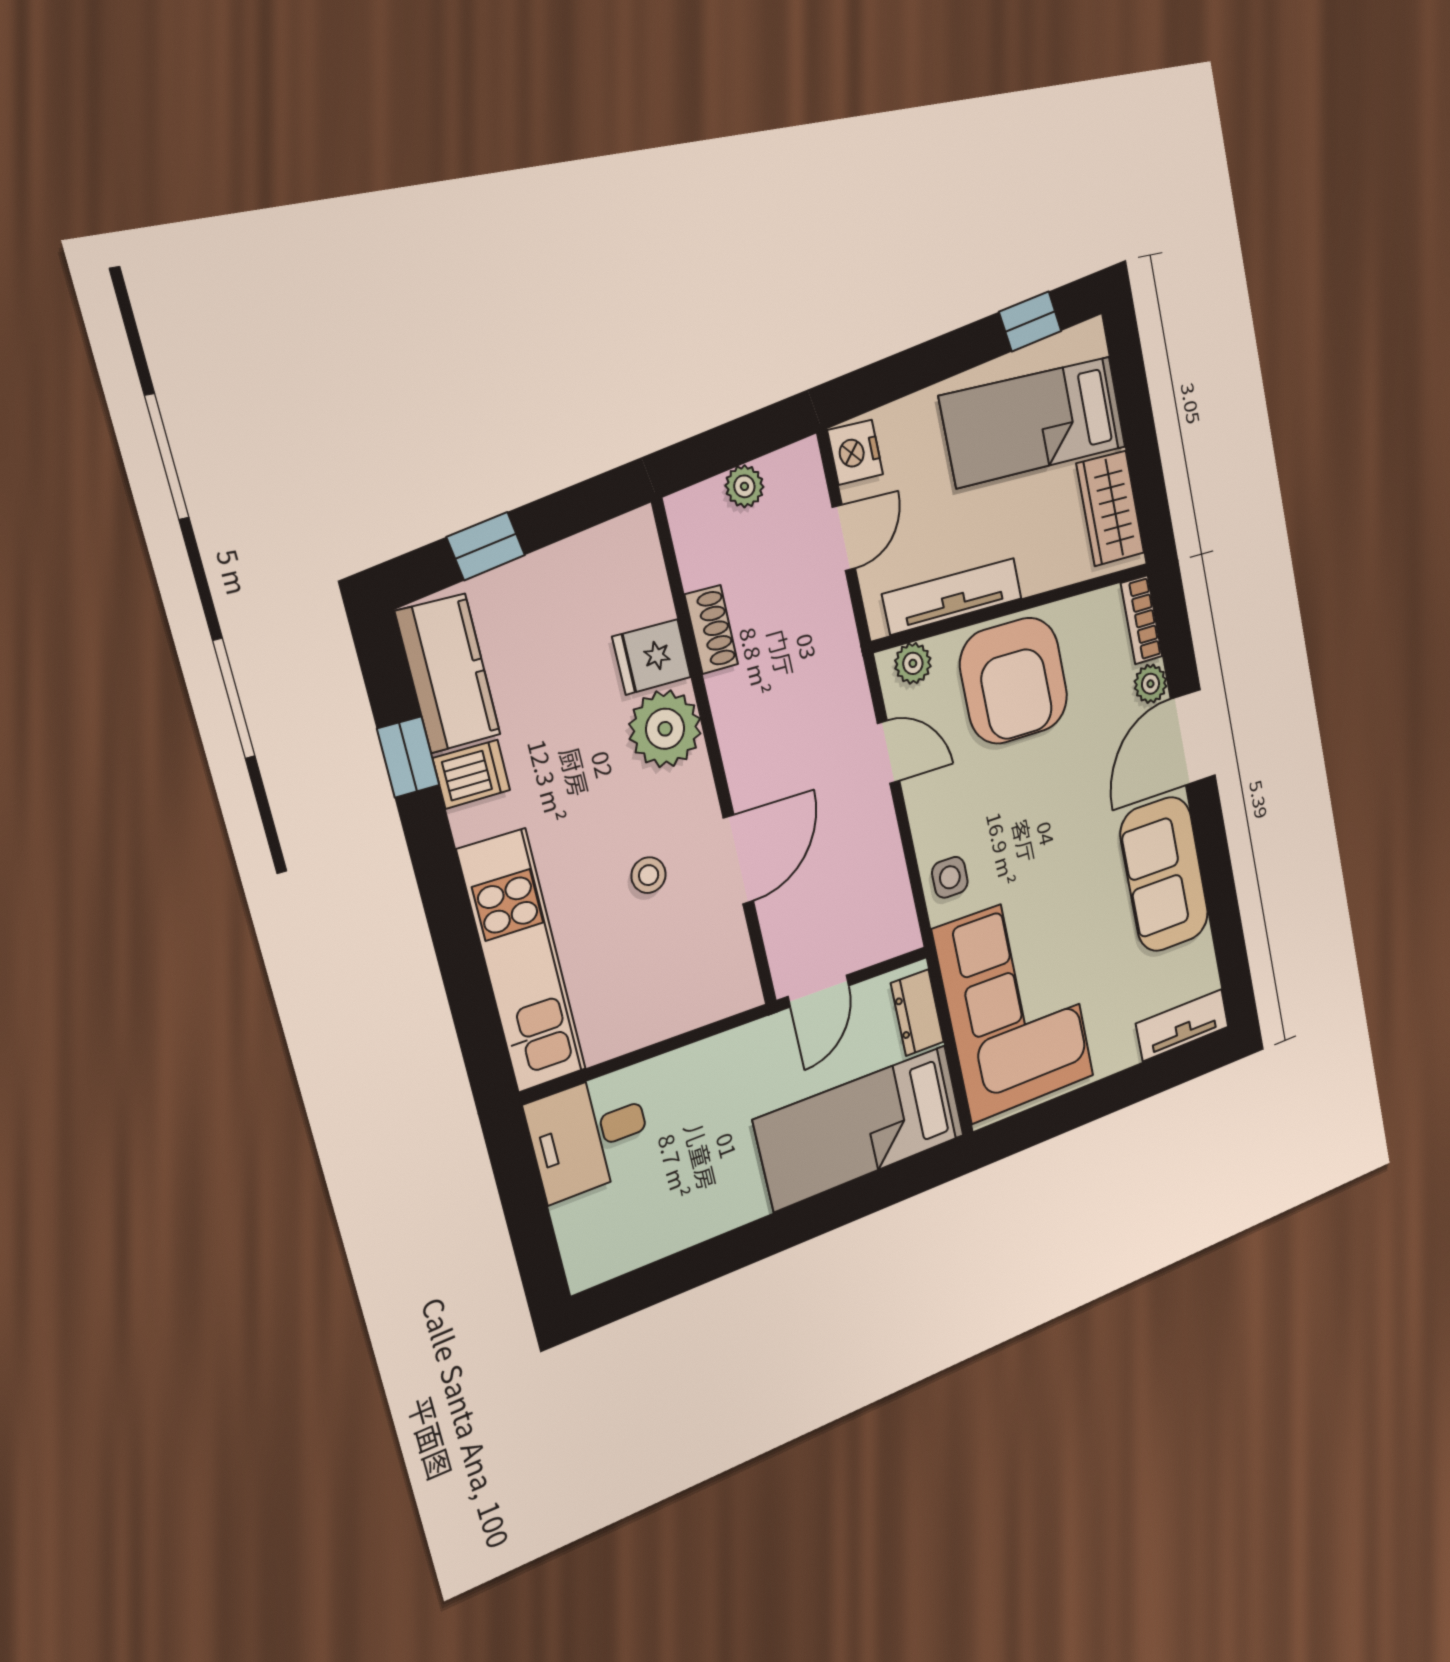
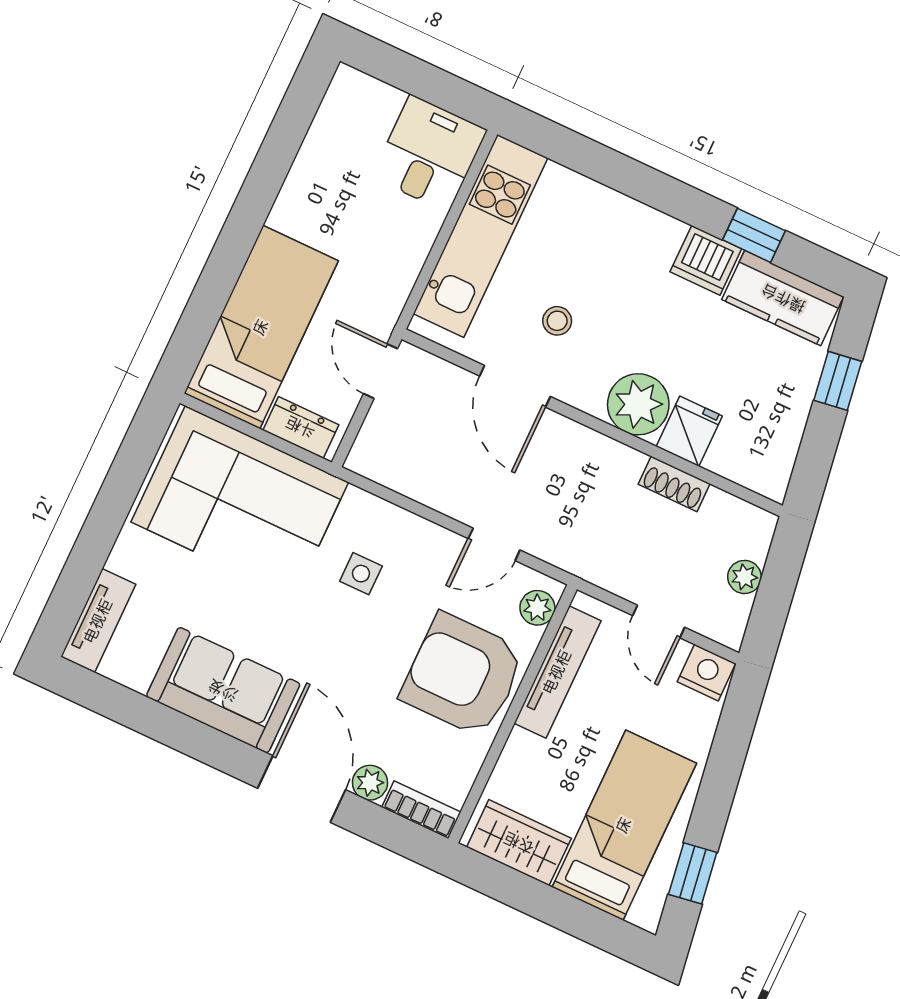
dishwasher: (472, 774) -> (706, 260), width x1.38
side table: (950, 877) -> (361, 574), moved
kitchen unit: (522, 961) -> (480, 236), moved, turned -90

